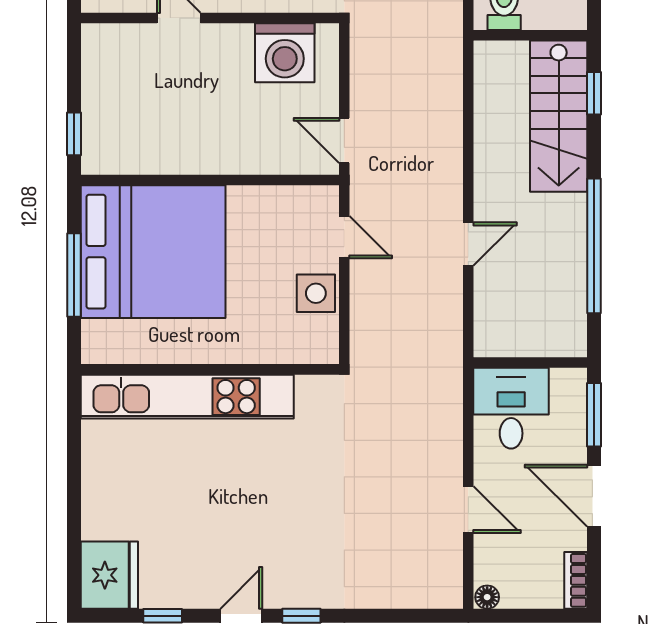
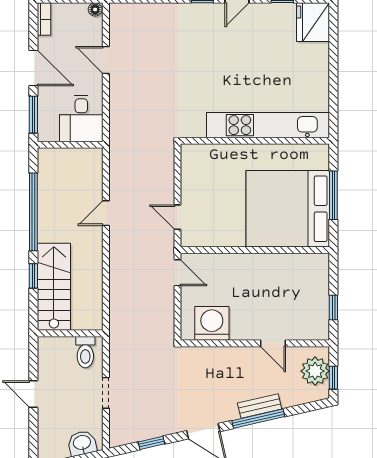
window: (594, 93) -> (33, 276), moved
window: (74, 134) -> (333, 307), moved
side table: (316, 293) -> (194, 185), removed

